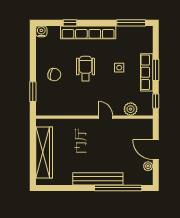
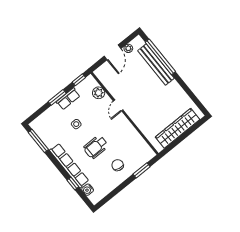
water cooler: (41, 31) -> (88, 190), moved
row of seats: (147, 72) -> (68, 99), width x0.68
bench: (98, 179) -> (156, 64), moved

